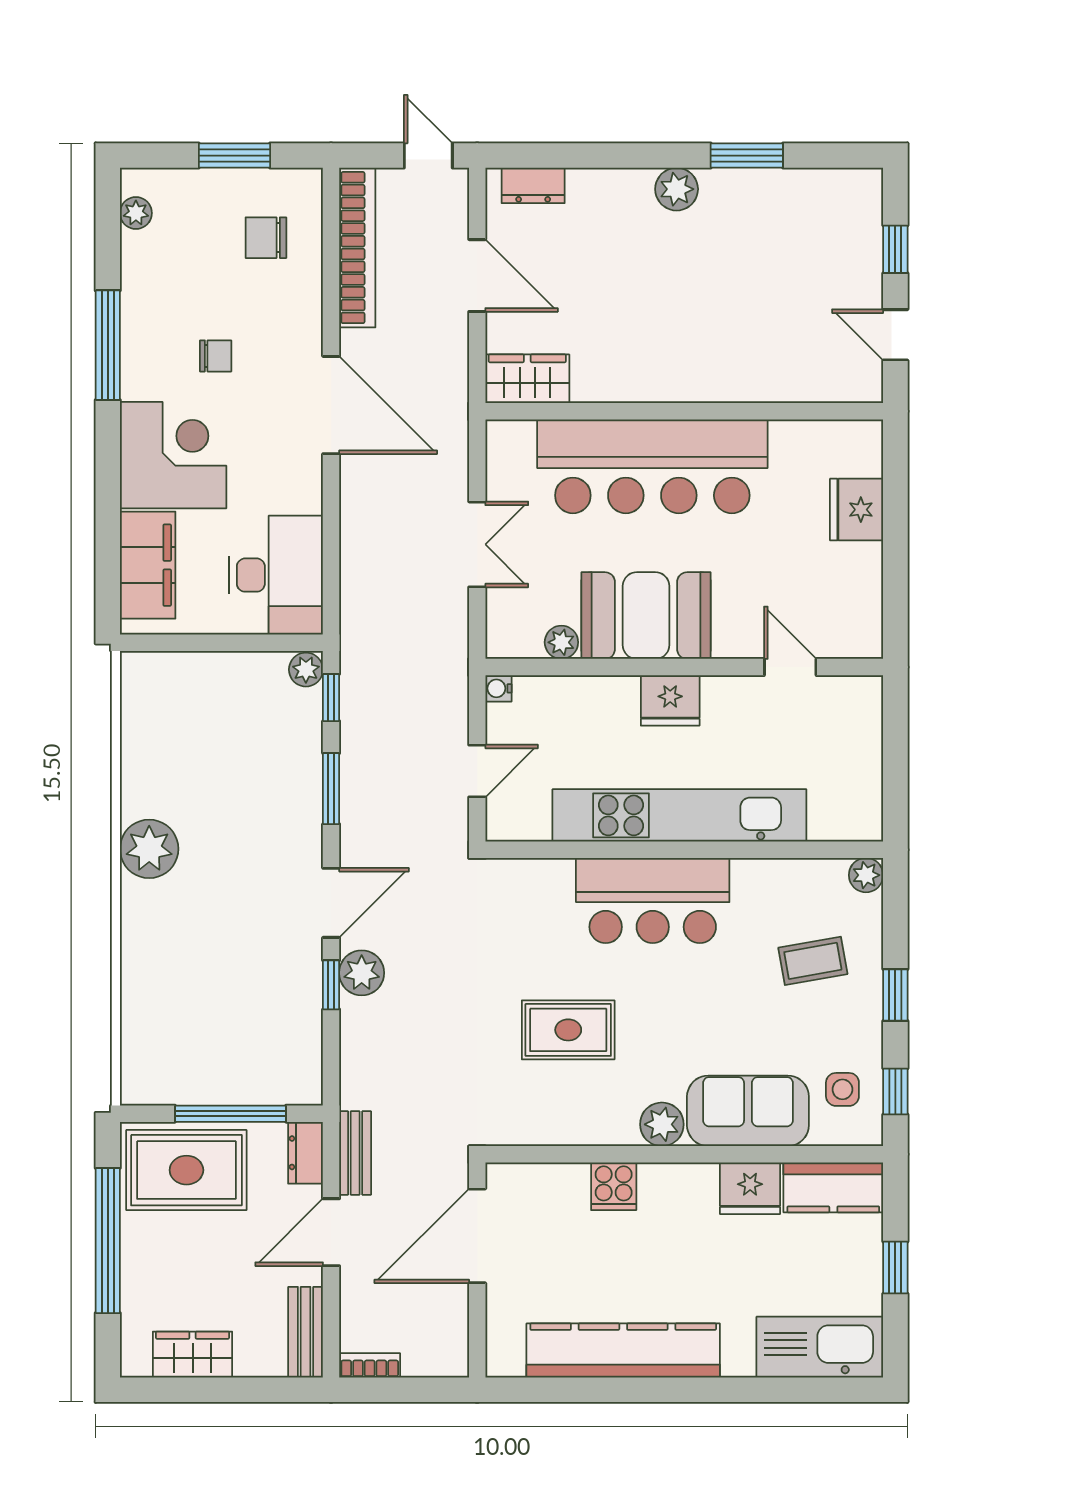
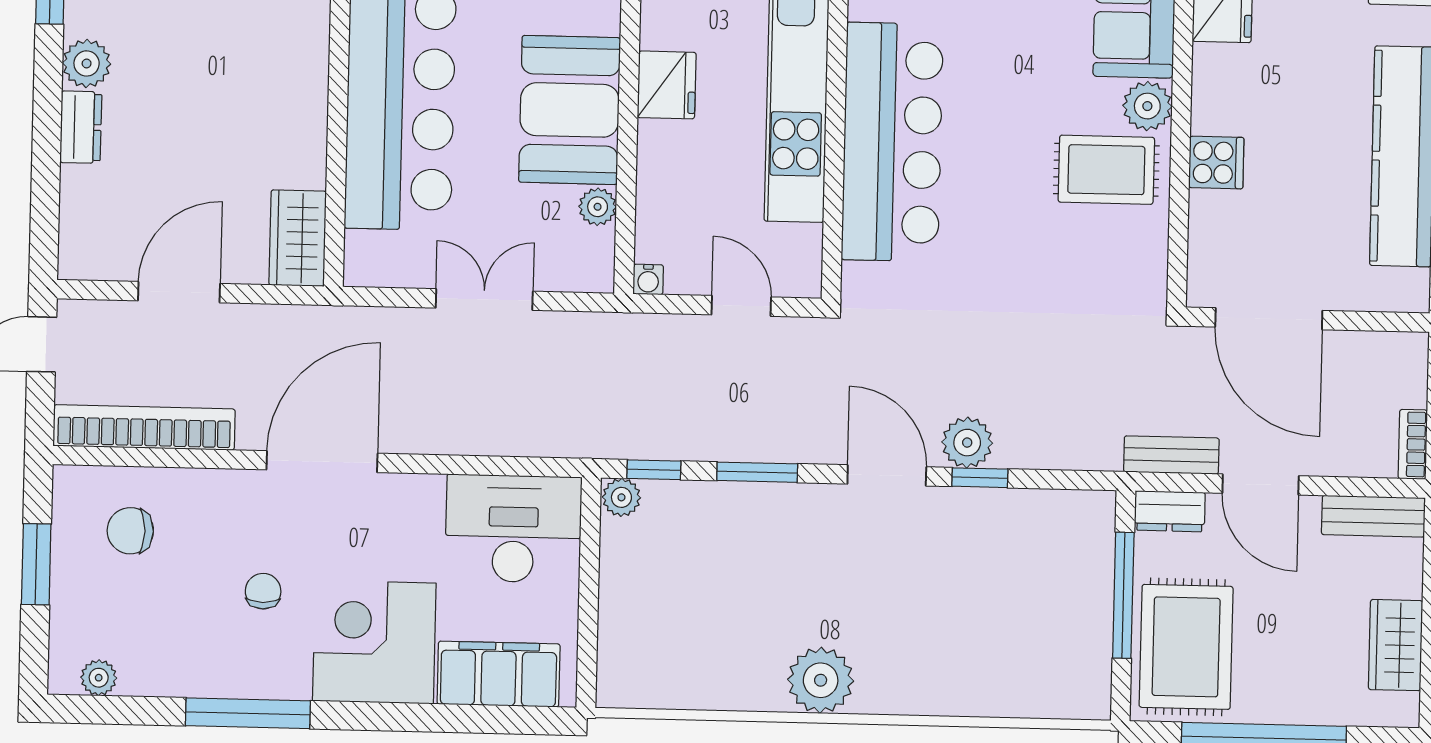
dresser: (533, 185) -> (81, 127), moved
chair: (266, 238) -> (130, 531), turned 90
bar counter: (653, 901) -> (892, 142), width x1.36
rug: (568, 1030) -> (1106, 170), moved, turned 90

